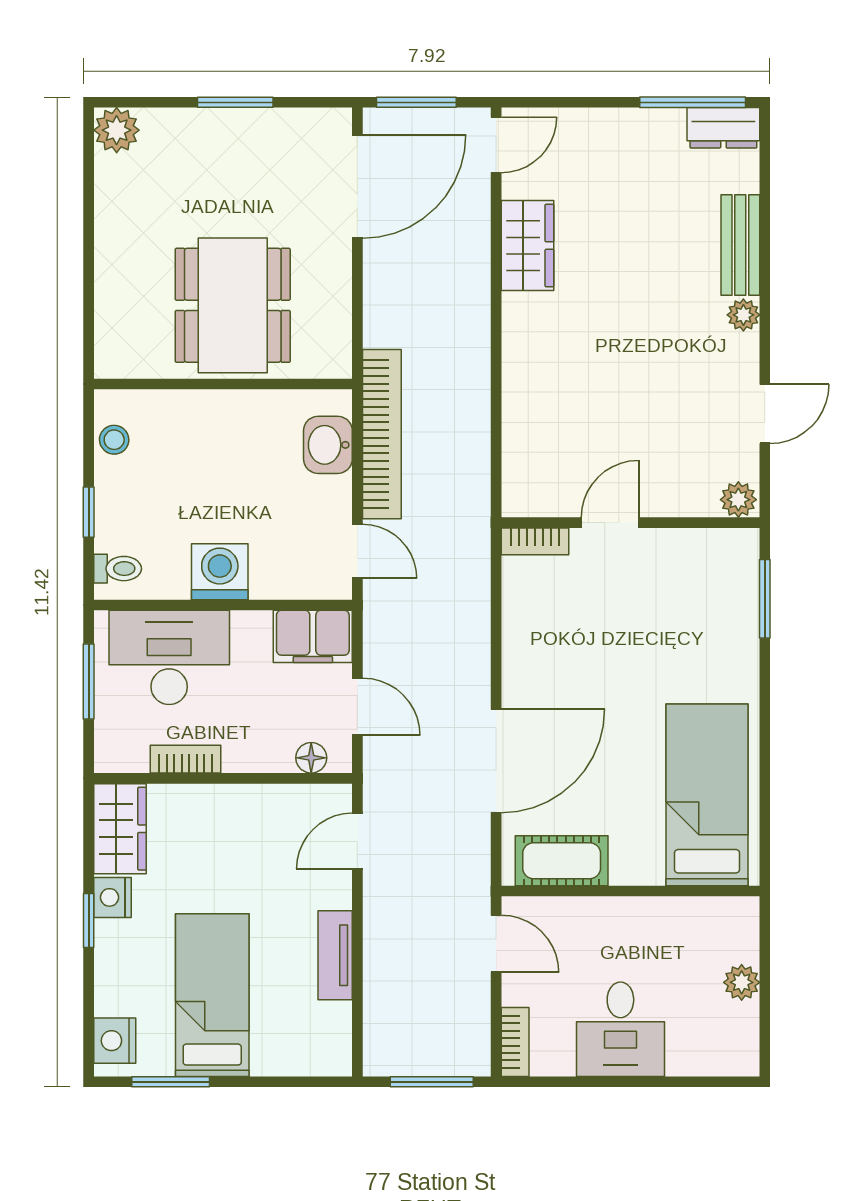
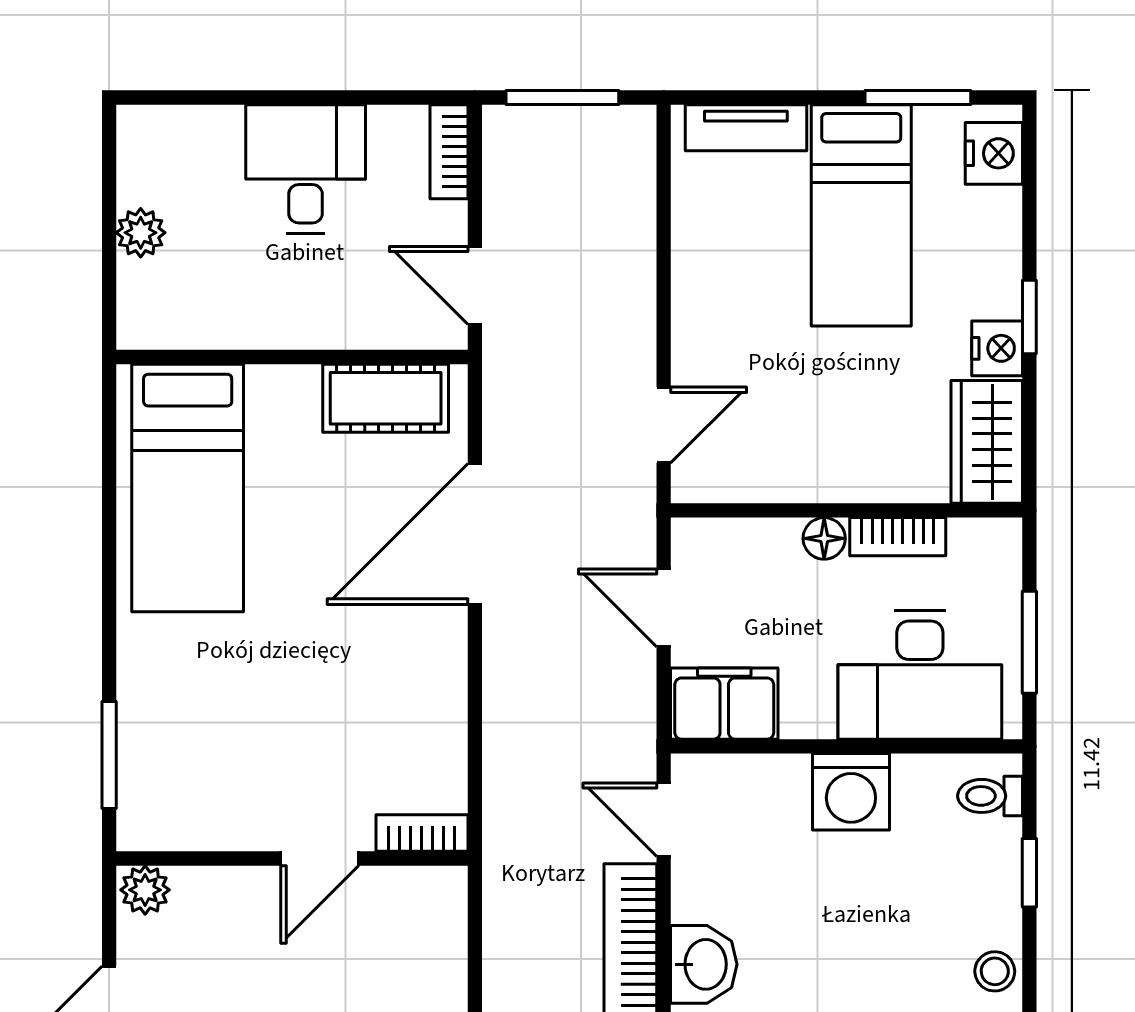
floor lamp: (311, 758) -> (824, 538), moved
tv unit: (335, 955) -> (746, 128), moved, turned 90

